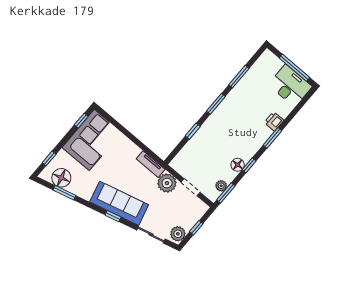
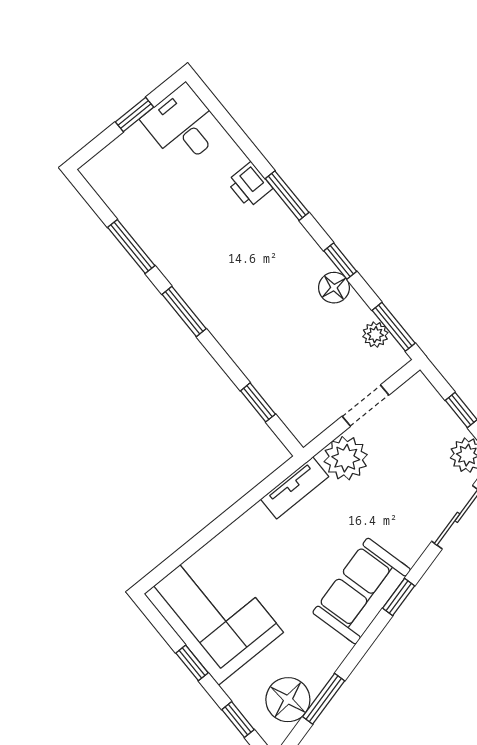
window: (294, 68) -> (135, 114), width x0.46
desk: (290, 86) -> (183, 125), width x0.73
window: (81, 121) -> (192, 663), moved
window: (193, 131) -> (258, 402), moved
sofa: (119, 203) -> (362, 591), width x0.73

